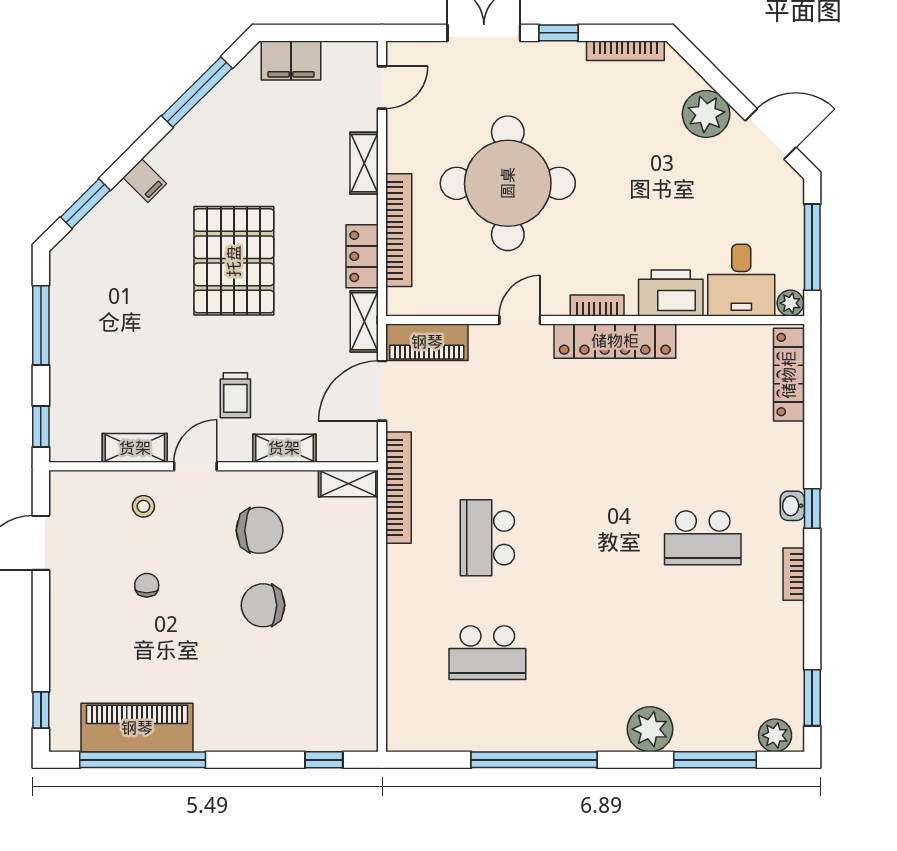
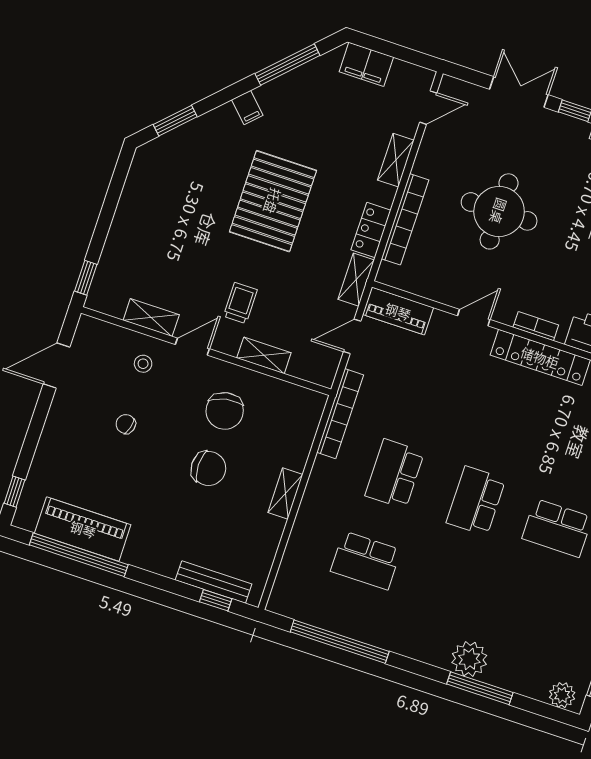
filing cabinet: (145, 181) -> (247, 107), moved
round table: (508, 183) -> (499, 211), width x0.73, depth x0.73
window: (41, 325) -> (111, 201), removed
door: (382, 391) -> (352, 336), width x0.73
trolley: (235, 395) -> (240, 303), turned 180
shelving: (348, 484) -> (285, 494), moved, turned 90
chair: (260, 530) -> (225, 411), turned 79
school desk: (595, 538) -> (476, 501), added
chair: (147, 585) -> (126, 424), turned -74
chair: (263, 605) -> (208, 468), turned 180
bench: (314, 739) -> (214, 582), added
window: (534, 760) -> (340, 642), moved
window: (715, 760) -> (480, 688), moved

